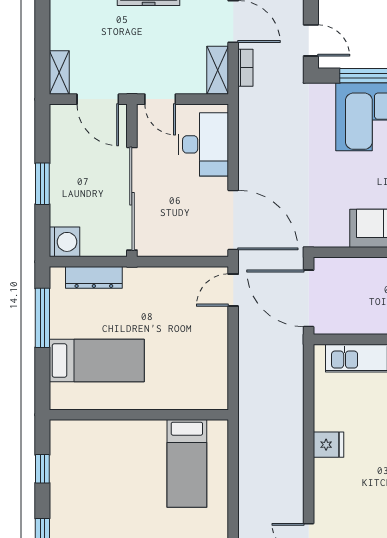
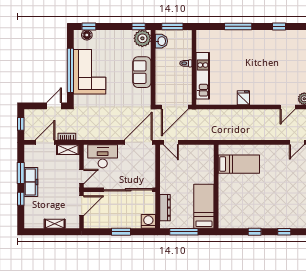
shelving: (59, 72) -> (55, 224), moved
wall: (139, 415) -> (216, 186), moved
bed: (187, 463) -> (239, 164), moved

